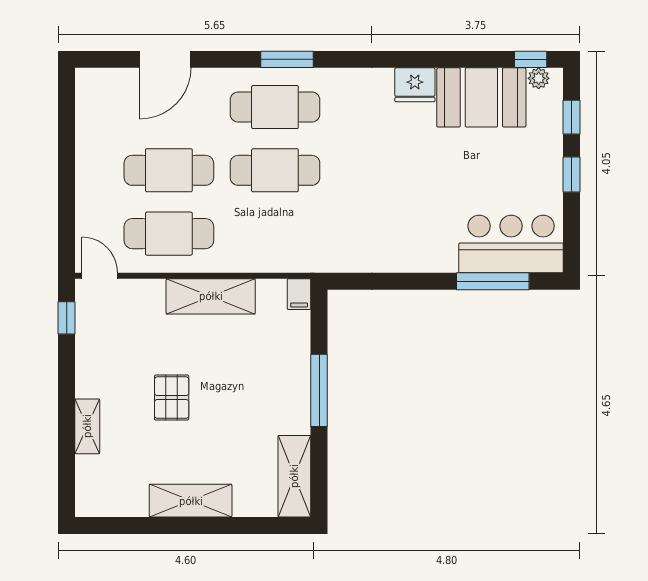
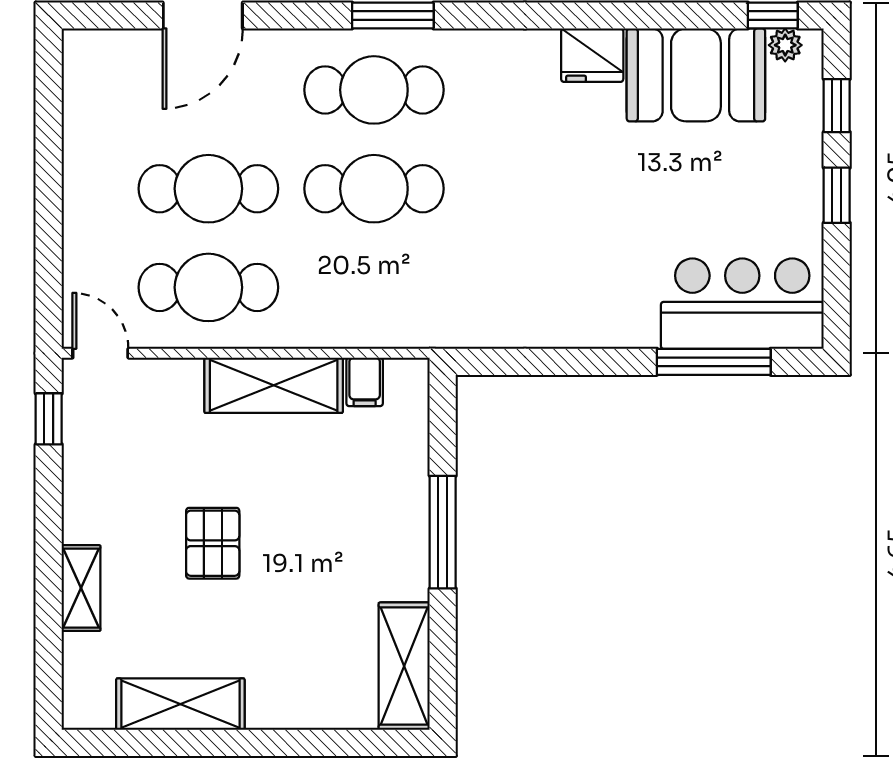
filing cabinet: (299, 294) -> (365, 382), moved
shelving: (191, 501) -> (180, 704), moved

